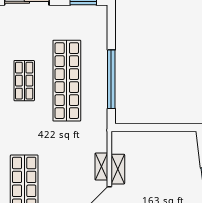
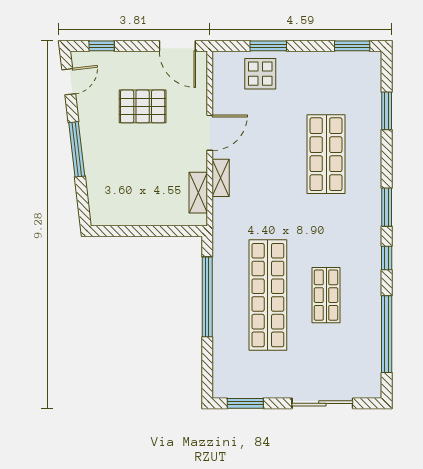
shelving: (118, 169) -> (198, 193), moved

